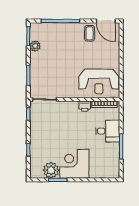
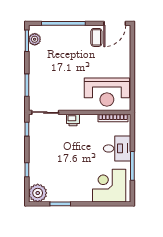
door: (106, 21) -> (115, 23), hinge flipped
plant: (35, 46) -> (35, 39), moved
printer: (85, 106) -> (73, 120), moved
corner desk: (74, 164) -> (109, 186), moved
plant: (51, 170) -> (38, 193), moved

